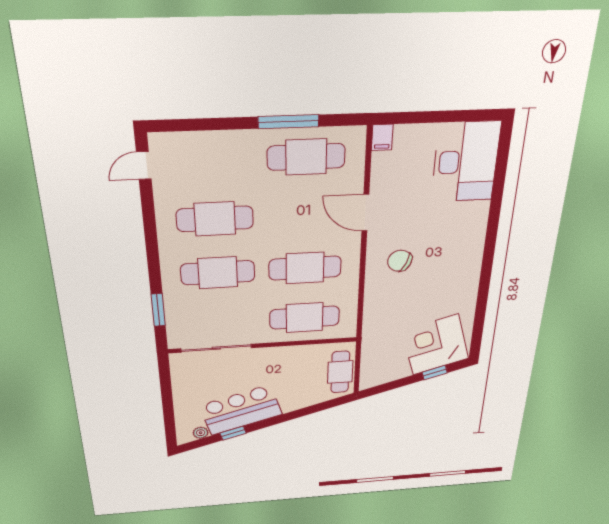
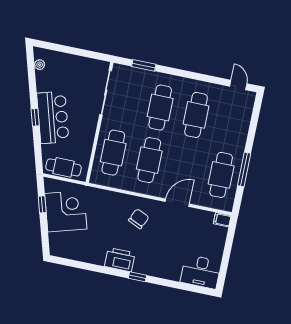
desk: (466, 162) -> (201, 272), width x0.73, depth x0.77
window: (490, 241) -> (137, 277), added
printer: (466, 271) -> (120, 260), added
corner desk: (435, 345) -> (66, 211), moved
window: (435, 373) -> (42, 204), moved
bar counter: (241, 410) -> (53, 117), moved
window: (233, 433) -> (35, 117), moved

